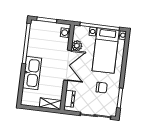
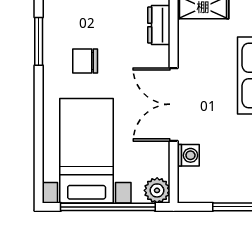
washing machine: (65, 33) -> (188, 155), moved
plant: (77, 46) -> (157, 190), moved

